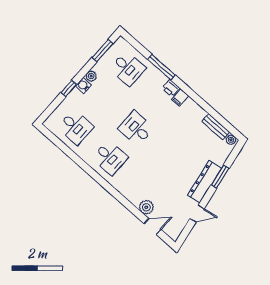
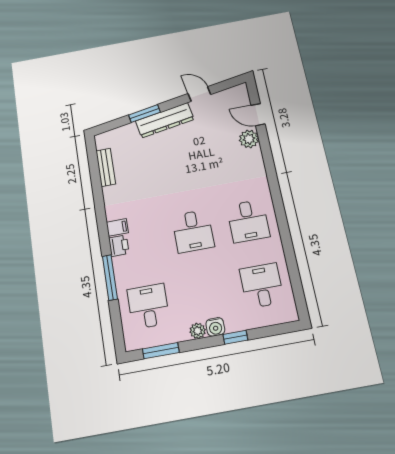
plant: (231, 140) -> (101, 142), removed
desk: (110, 158) -> (248, 221), turned 180

